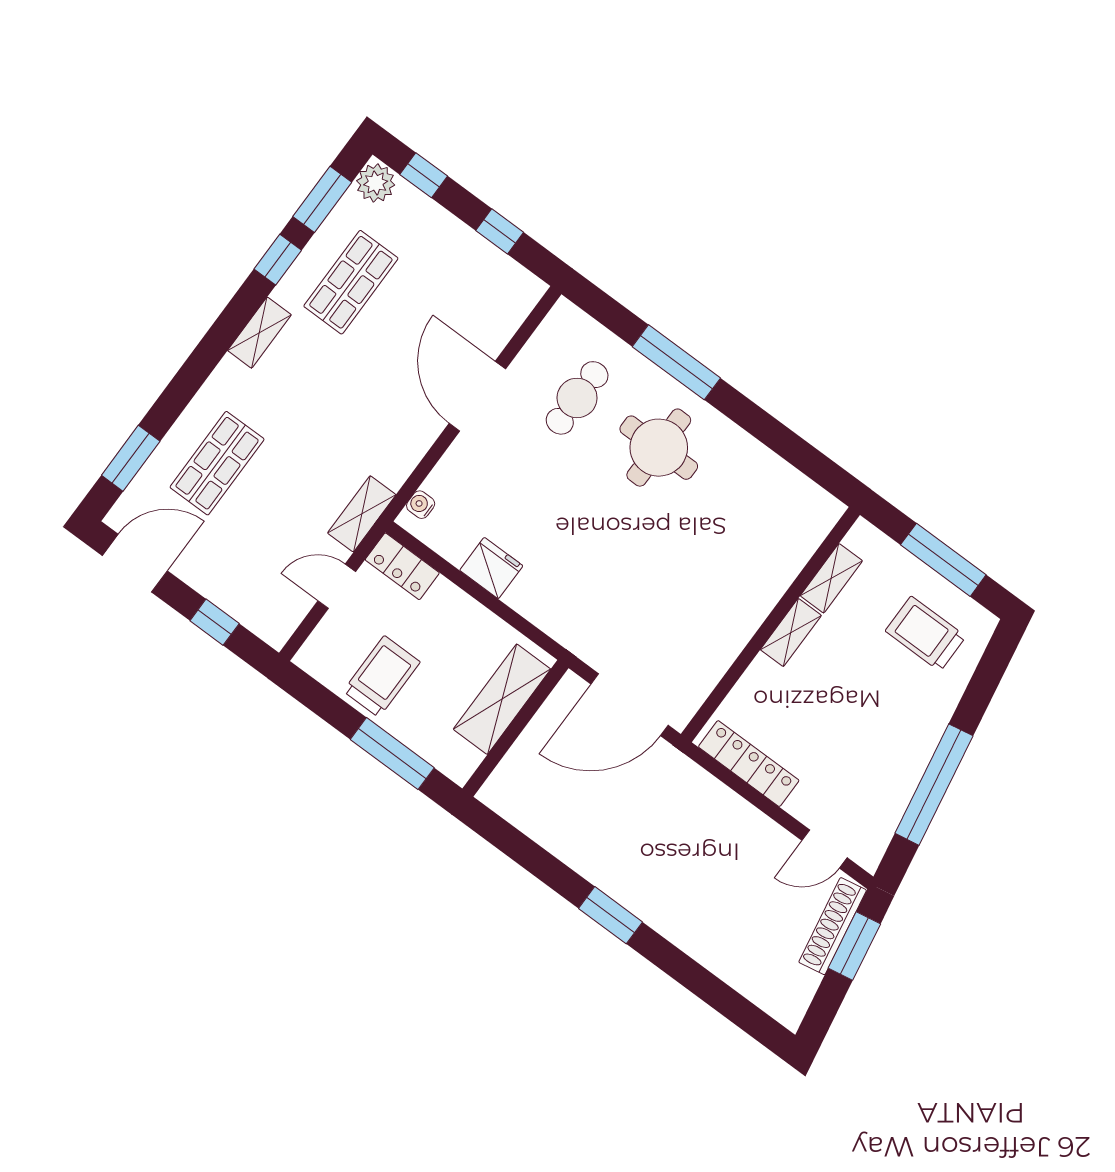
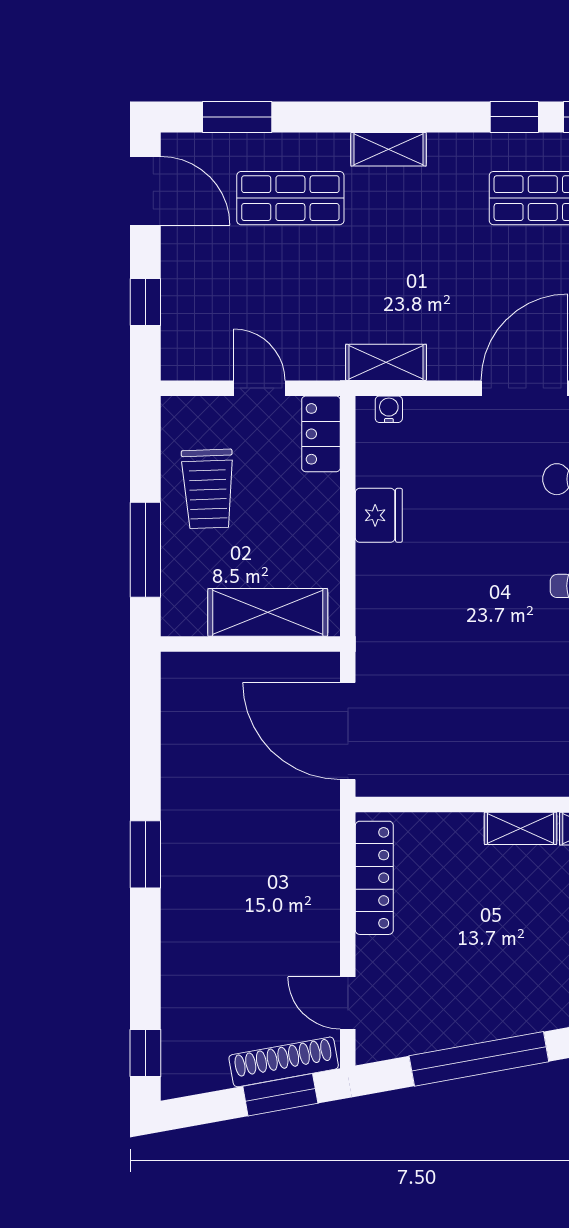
shelving: (259, 333) -> (389, 149), moved
shelving: (362, 514) -> (386, 362), moved
trolley: (382, 677) -> (208, 489), turned 88
window: (753, 1021) -> (145, 1053), added

